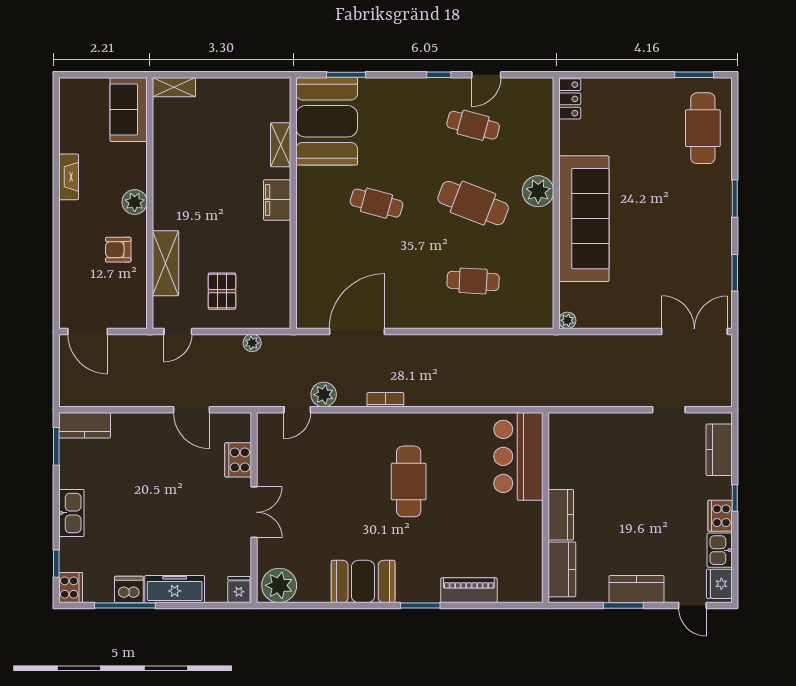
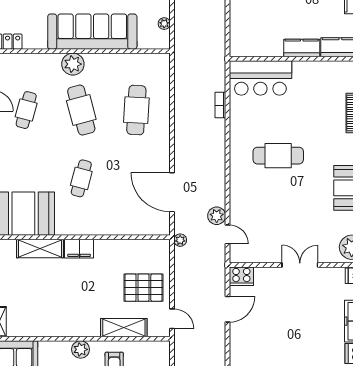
shelving: (281, 145) -> (40, 248), width x1.50, depth x1.33
cafe table: (473, 203) -> (81, 110), turned -36
cafe table: (473, 281) -> (136, 110), width x1.37, depth x1.35
pallet: (222, 291) -> (143, 288), width x1.50, depth x1.42
plant: (567, 320) -> (164, 24), moved
plant: (252, 343) -> (180, 240), moved
bookcase: (385, 400) -> (220, 105), moved
cooker: (238, 460) -> (241, 276), moved

